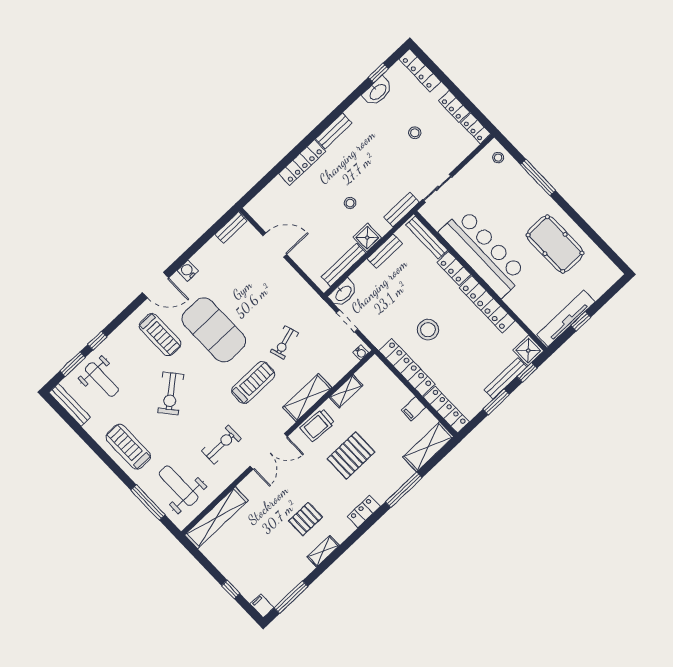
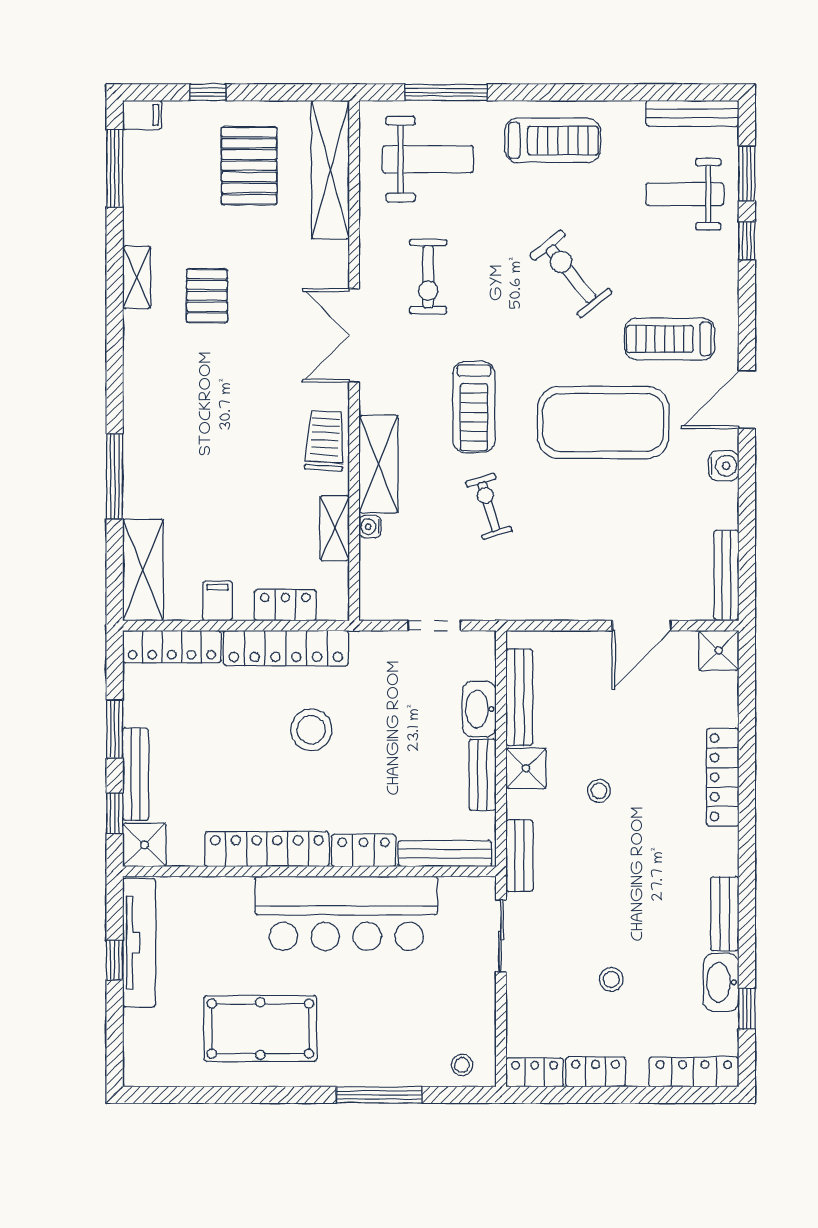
bench: (334, 131) -> (725, 914), moved
shower: (257, 208) -> (719, 650), added
bench: (231, 227) -> (726, 575), width x1.36
washbasin: (343, 293) -> (479, 709), moved
water cooler: (361, 353) -> (370, 527), moved
pallet: (351, 455) -> (249, 166), moved
locker: (364, 511) -> (285, 605), moved, turned -90

